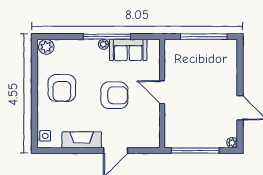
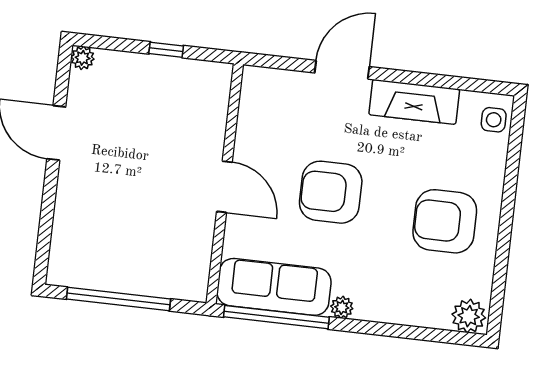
window: (107, 37) -> (276, 317), moved
sofa: (128, 50) -> (274, 287), width x1.36
armchair: (62, 88) -> (445, 221), turned -90
window: (195, 151) -> (166, 50), width x0.32

